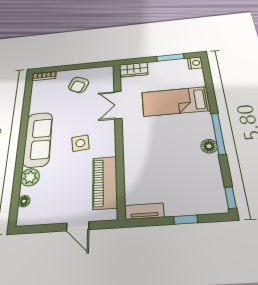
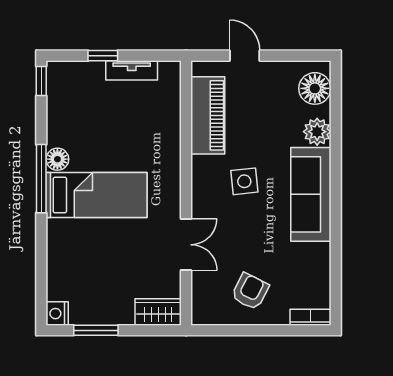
bed: (175, 101) -> (97, 195), moved
floor lamp: (24, 201) -> (315, 88), width x1.89, depth x1.89
tv unit: (144, 211) -> (132, 70), moved

